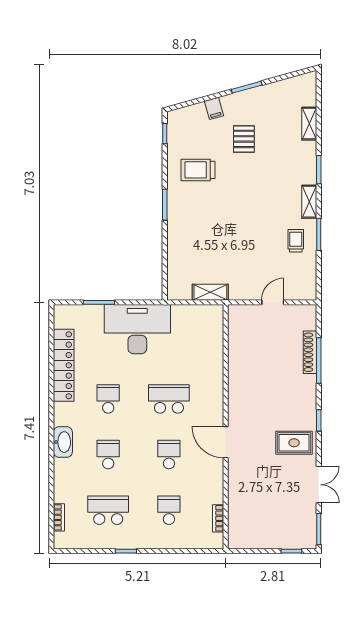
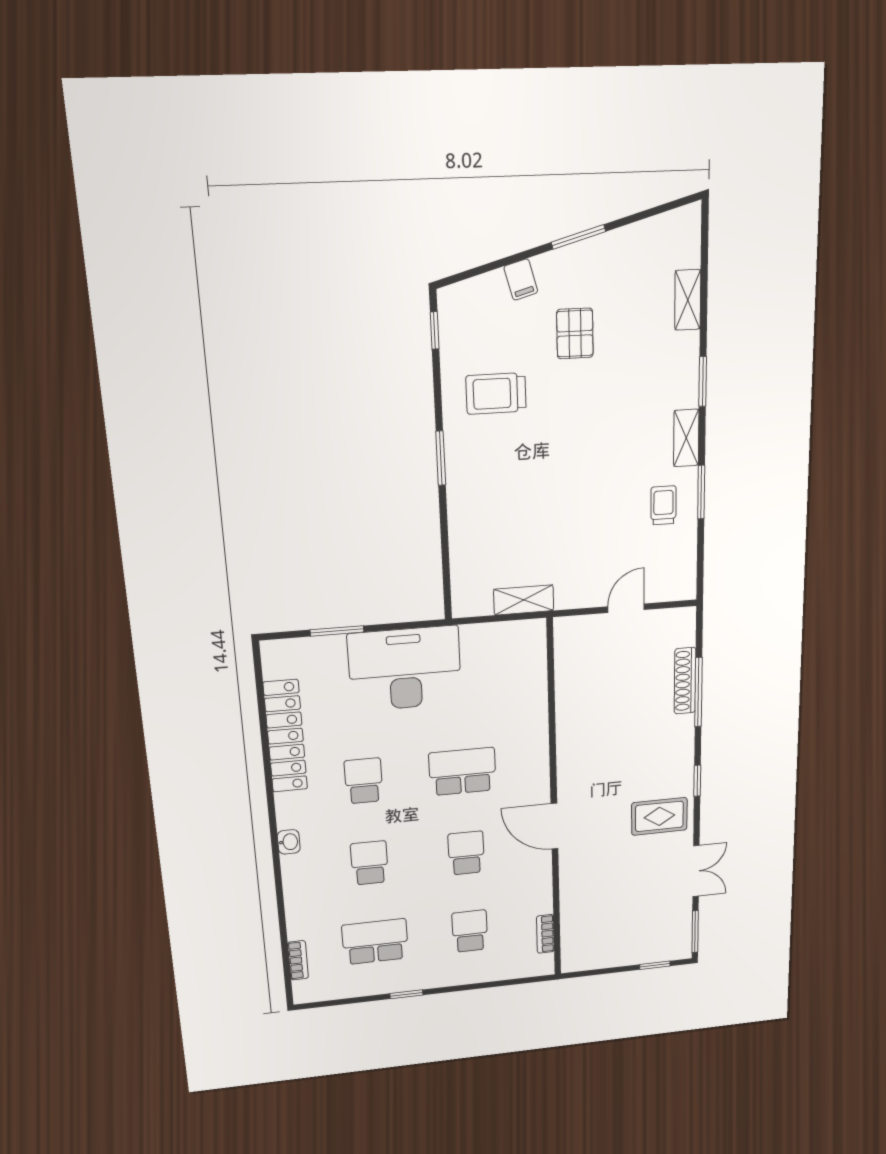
washbasin: (63, 442) -> (289, 842), width x0.52, depth x0.69

